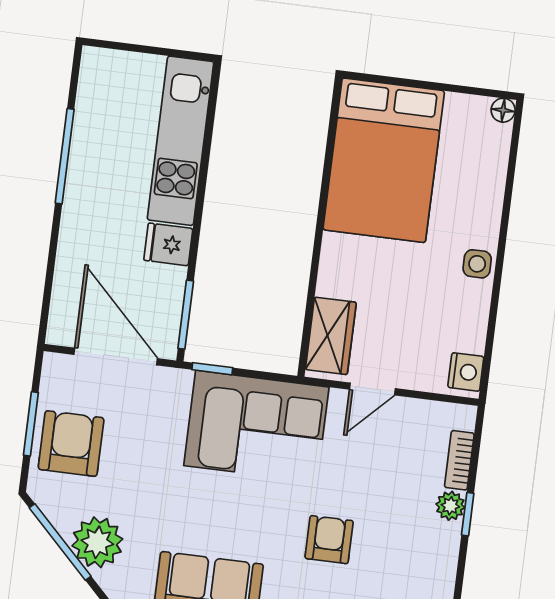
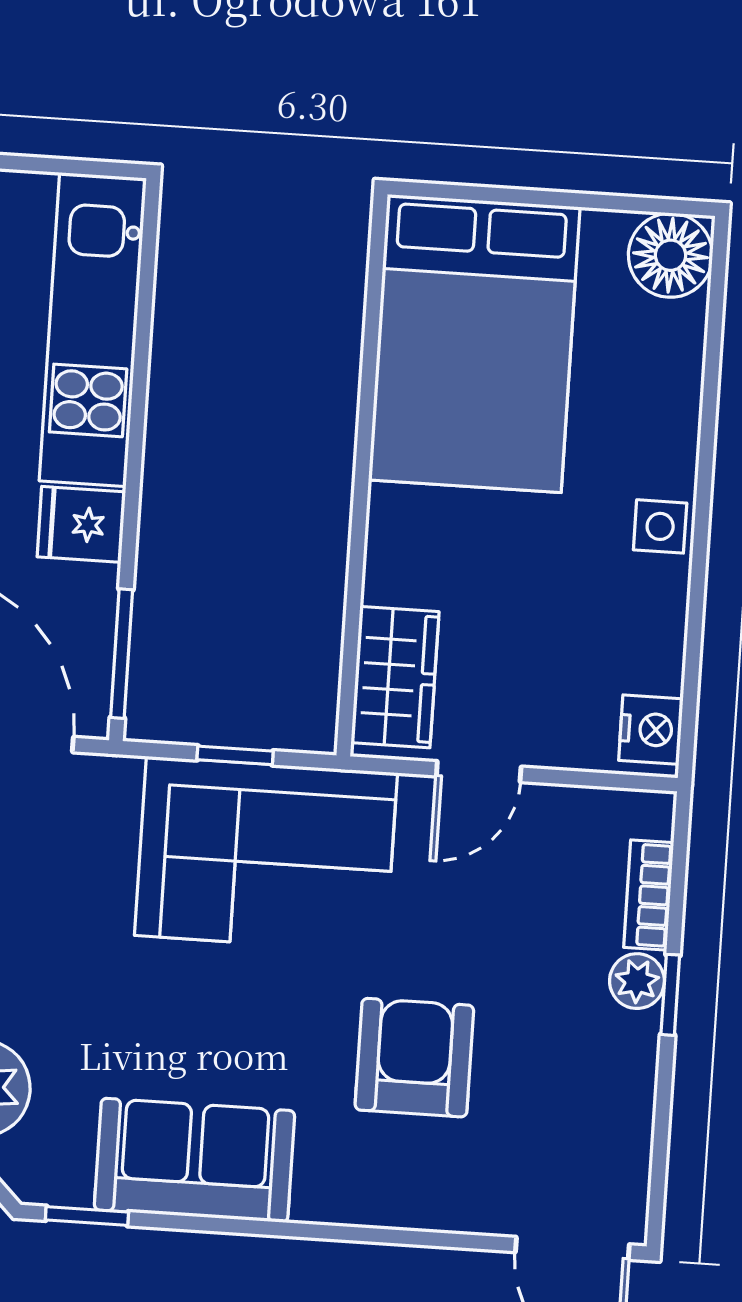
floor lamp: (503, 110) -> (670, 255), width x1.89, depth x1.89
window: (212, 369) -> (235, 755), moved
armchair: (329, 540) -> (414, 1058), width x1.38, depth x1.38

